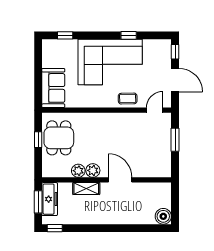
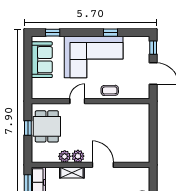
sofa: (53, 88) -> (42, 60), moved
door: (155, 110) -> (77, 101), moved
window: (175, 140) -> (153, 128), removed

